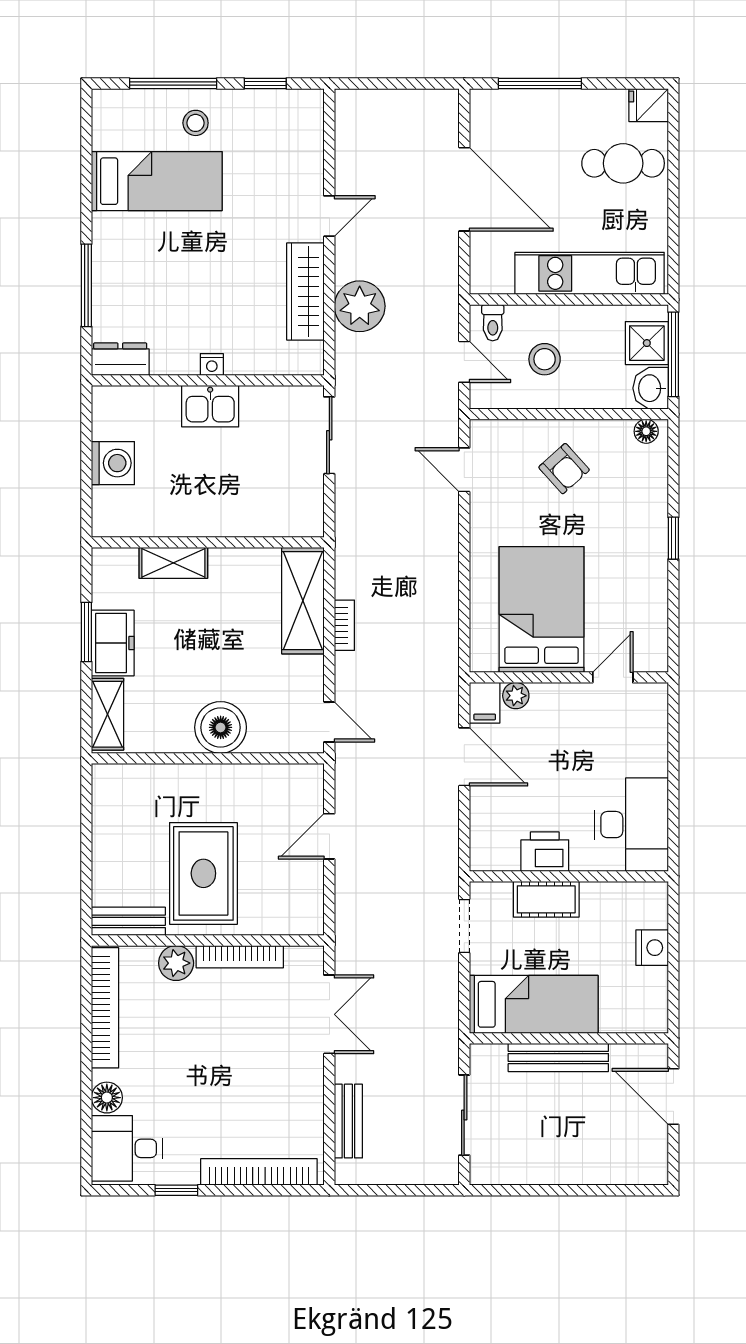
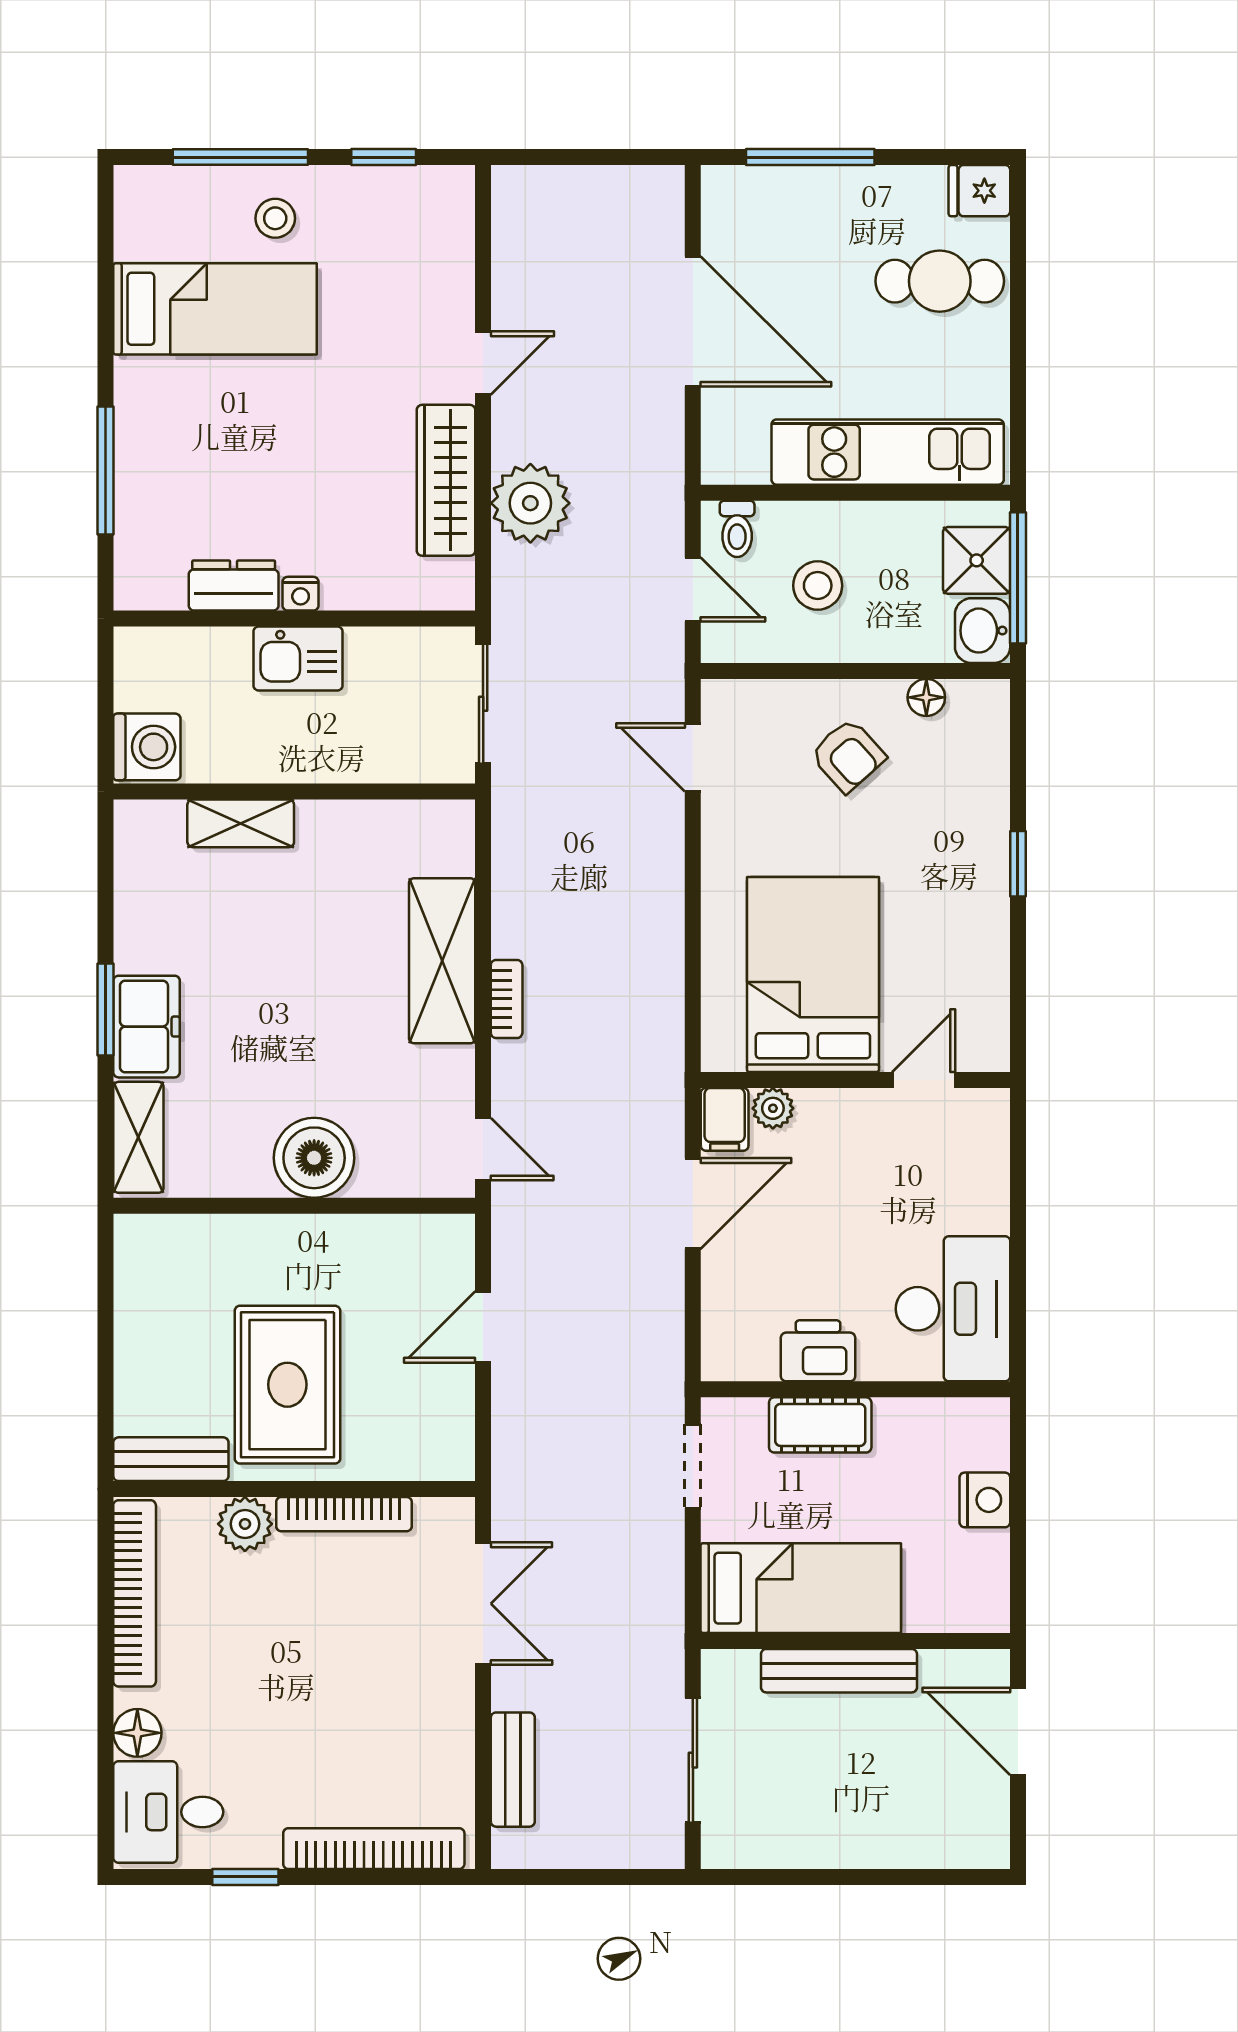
dresser: (120, 359) -> (234, 585), moved
floor lamp: (646, 431) -> (926, 697), moved
wall: (208, 542) -> (294, 792), moved
shelving: (173, 563) -> (241, 823), moved
door: (464, 757) -> (693, 1203), hinge flipped

